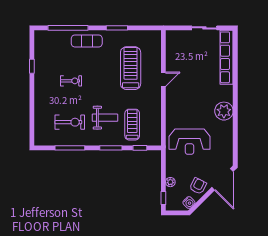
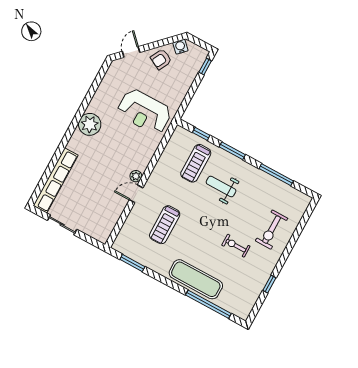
window: (117, 28) -> (132, 263), moved
exercise mat: (87, 41) -> (196, 279), width x1.36, depth x1.45
treadmill: (131, 68) -> (165, 225), width x0.73, depth x0.73
exercise bike: (70, 122) -> (272, 230), moved, turned -90
reception desk: (189, 142) -> (144, 112), turned 180
door: (222, 179) -> (131, 52), width x0.53
plant: (170, 182) -> (136, 176), moved

